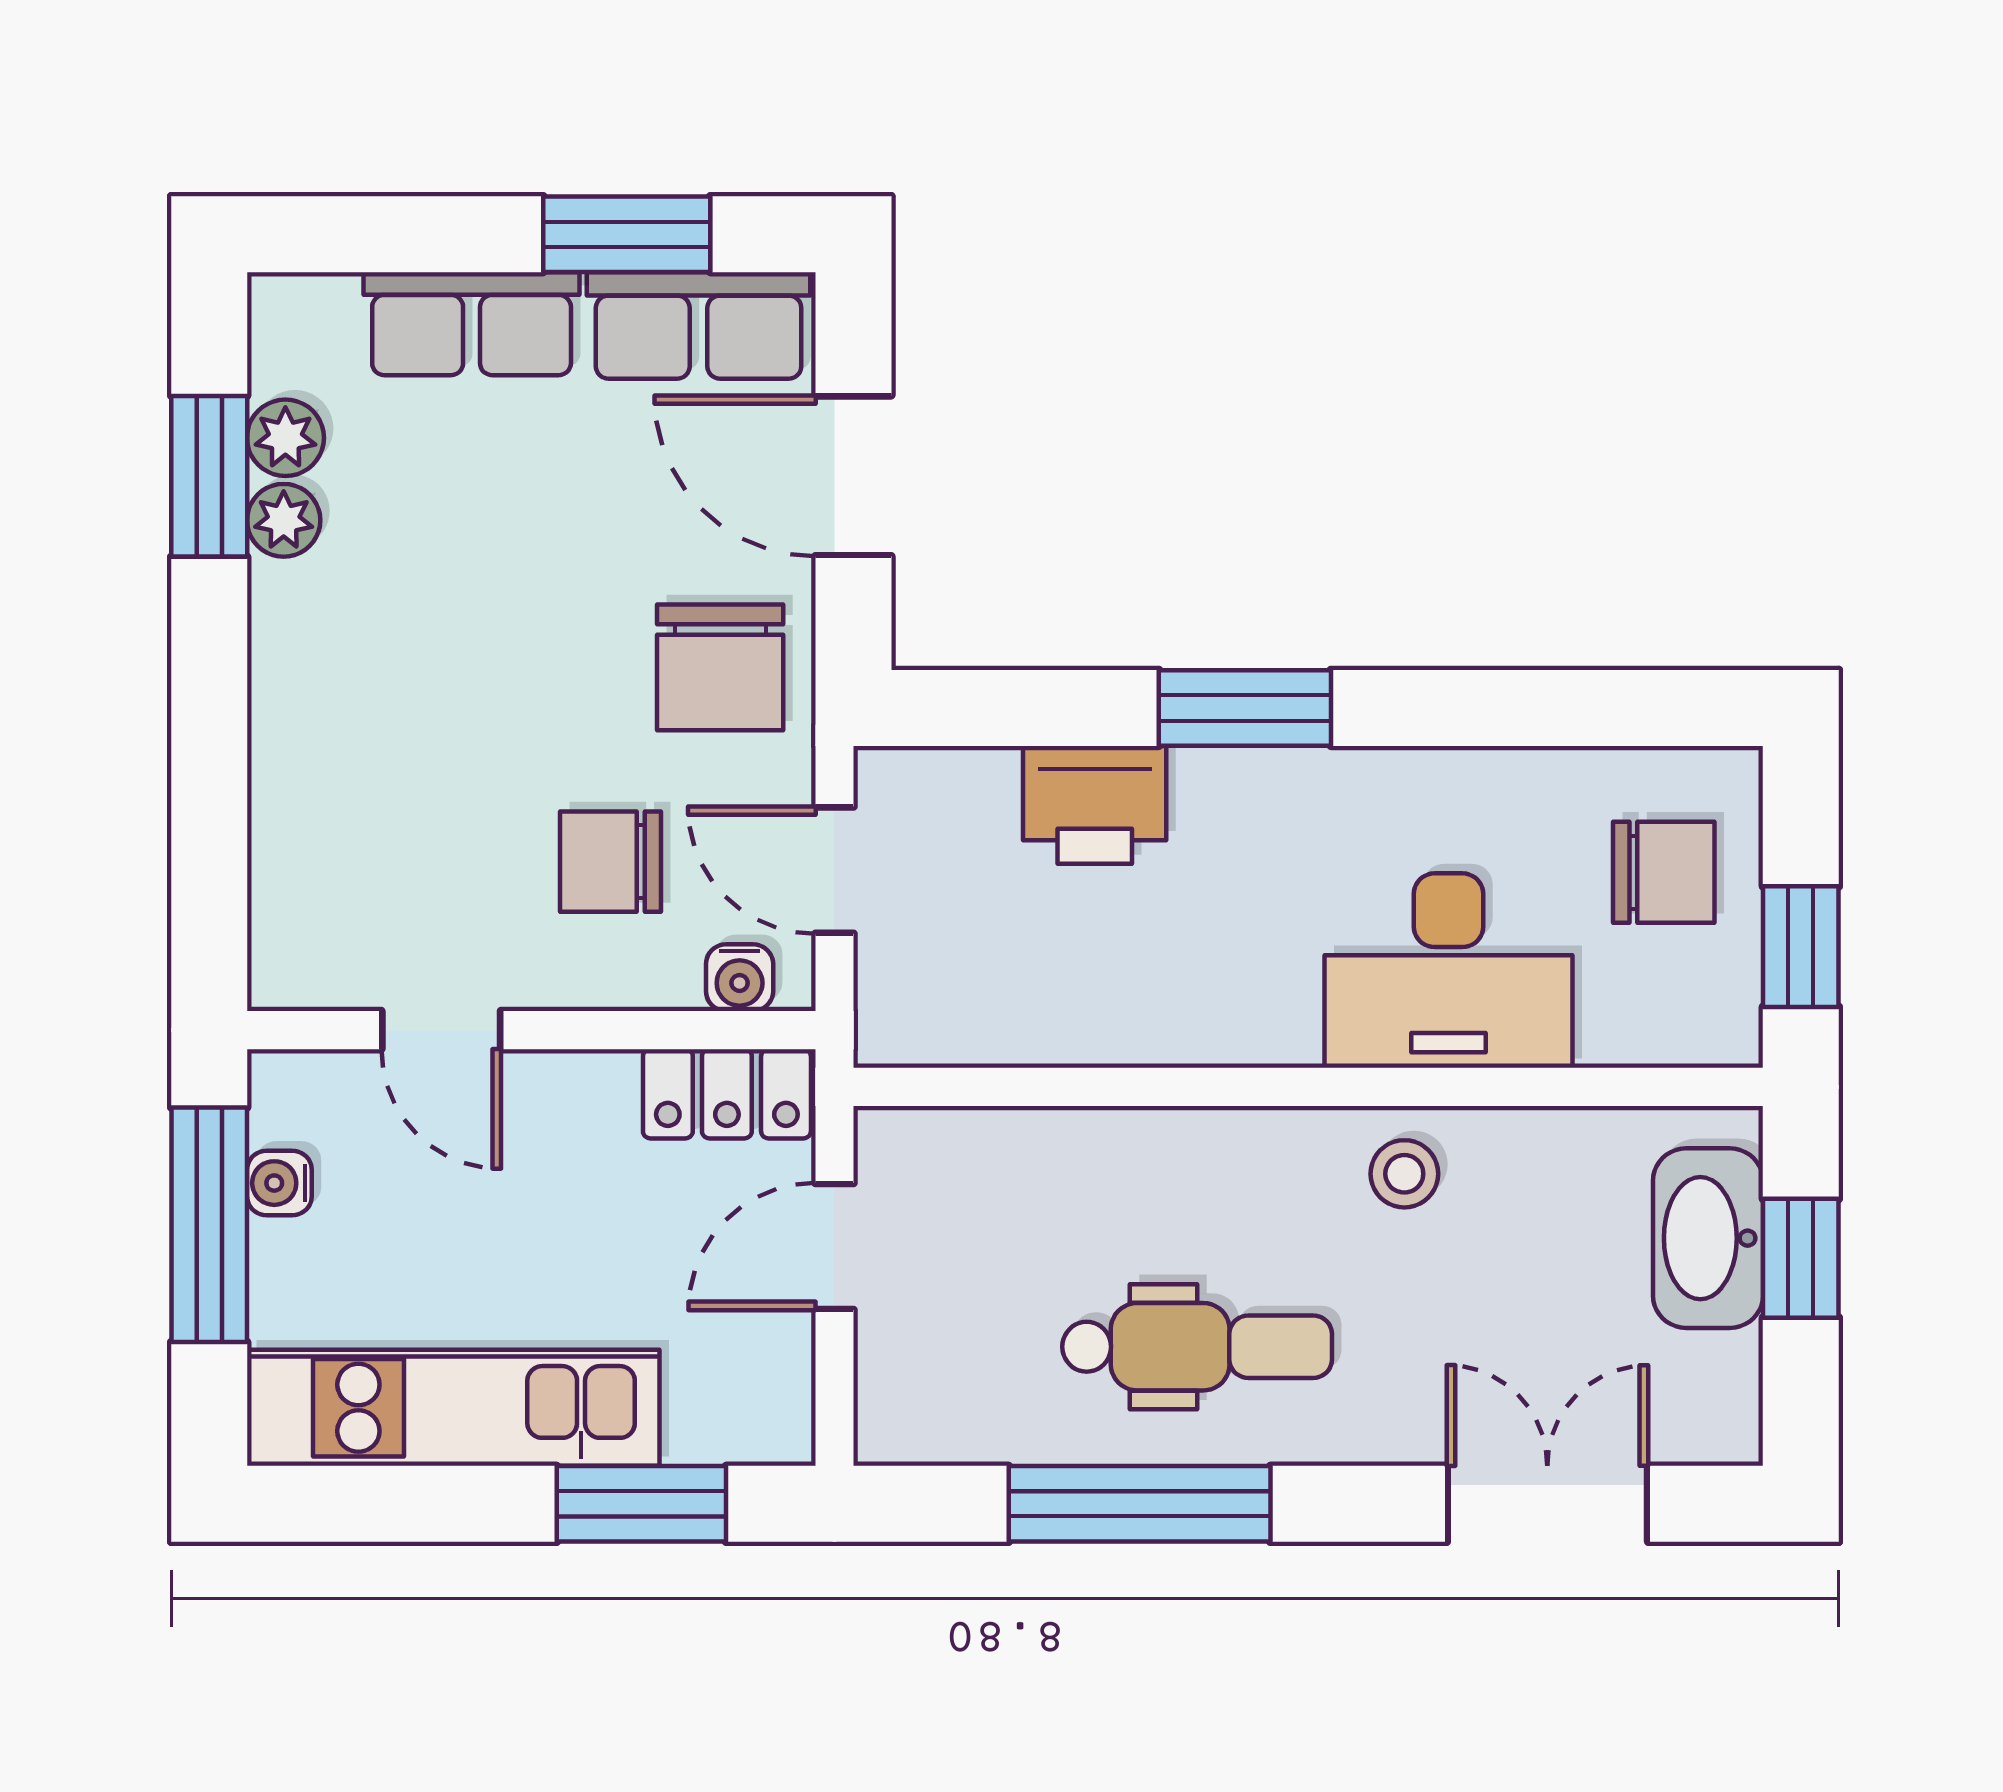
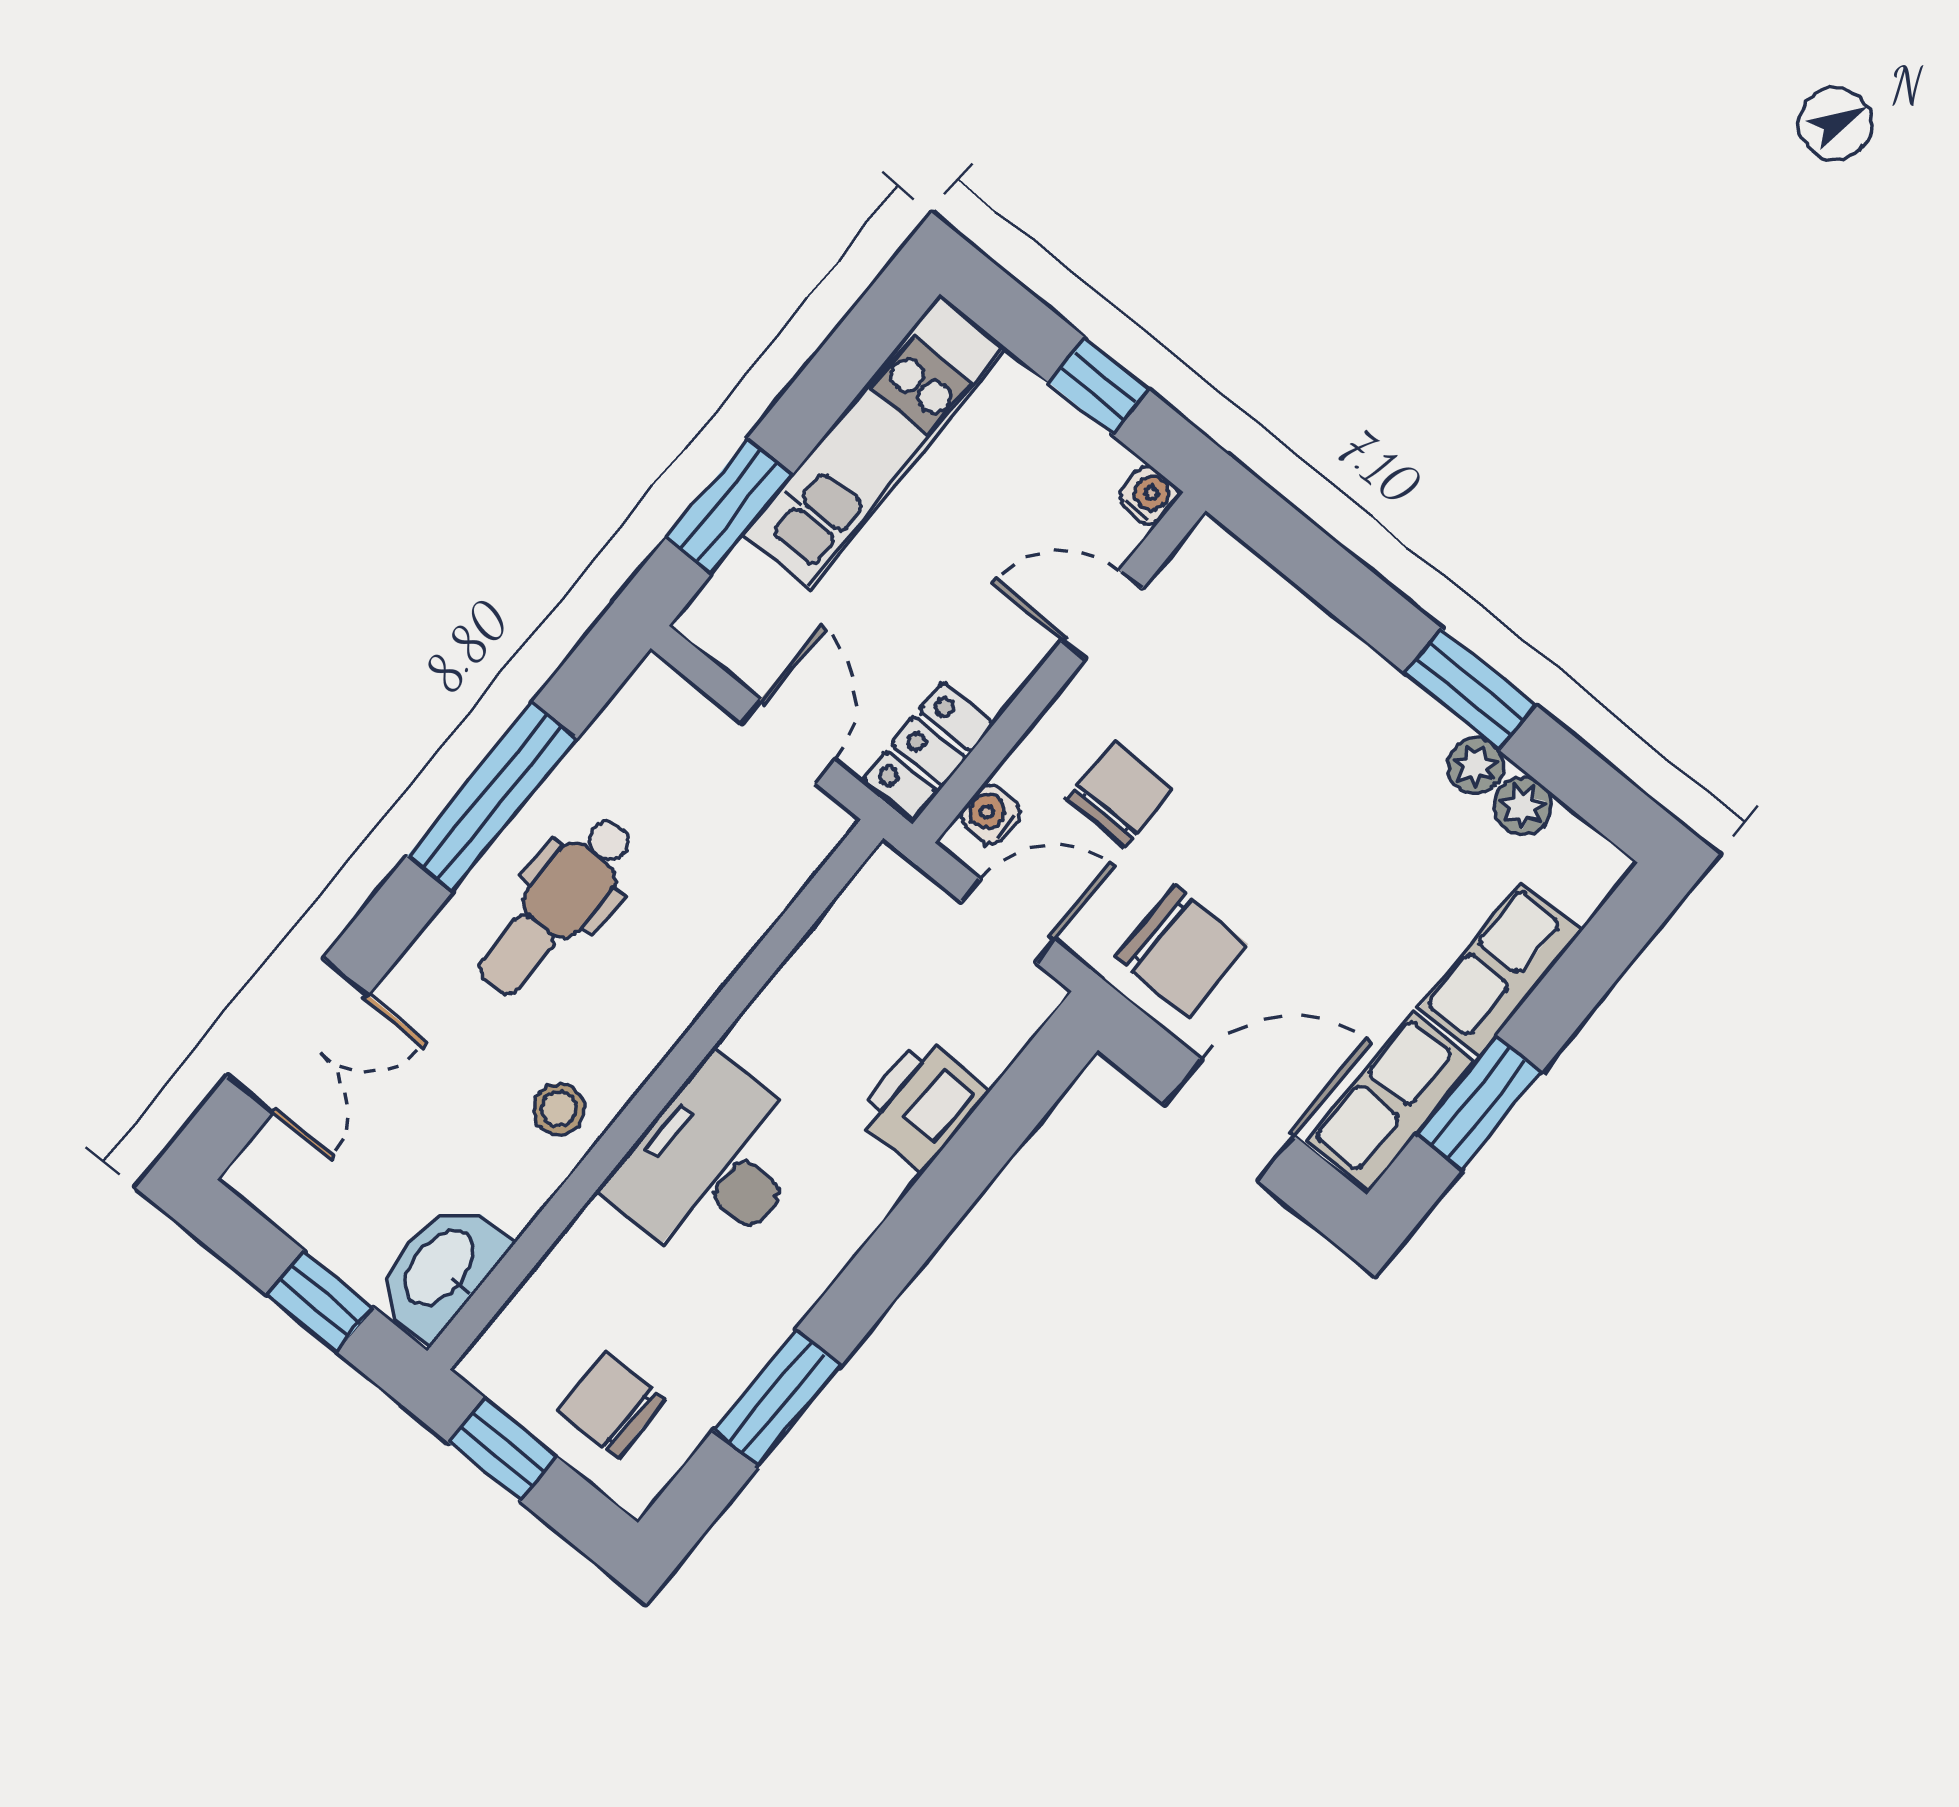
window: (209, 476) -> (1470, 689), moved
chair: (720, 667) -> (1181, 951), turned 180
window: (1245, 708) -> (777, 1398), moved
chair: (1664, 872) -> (611, 1405), turned 90
desk: (1448, 971) -> (711, 1165), moved
water cooler: (279, 1183) -> (1149, 496), moved
window: (209, 1225) -> (1099, 386), width x0.46
washbasin: (1708, 1238) -> (441, 1269), moved, turned -90

